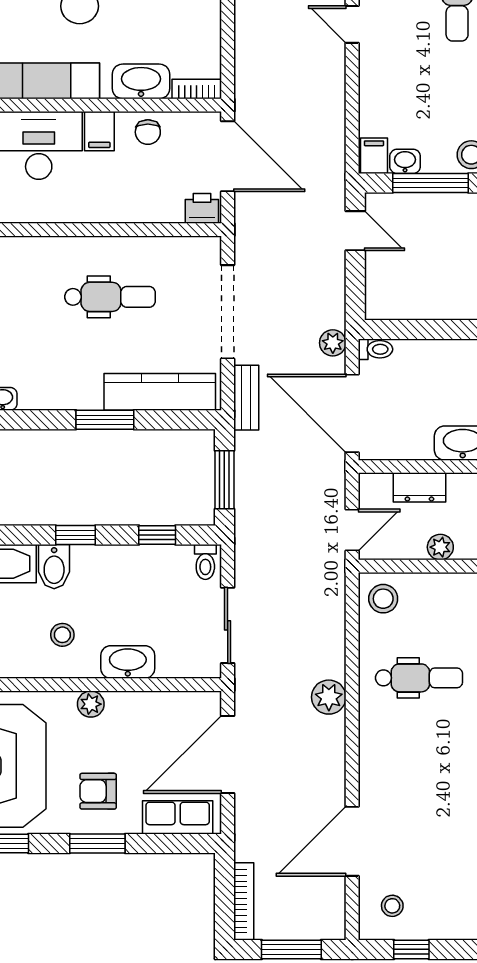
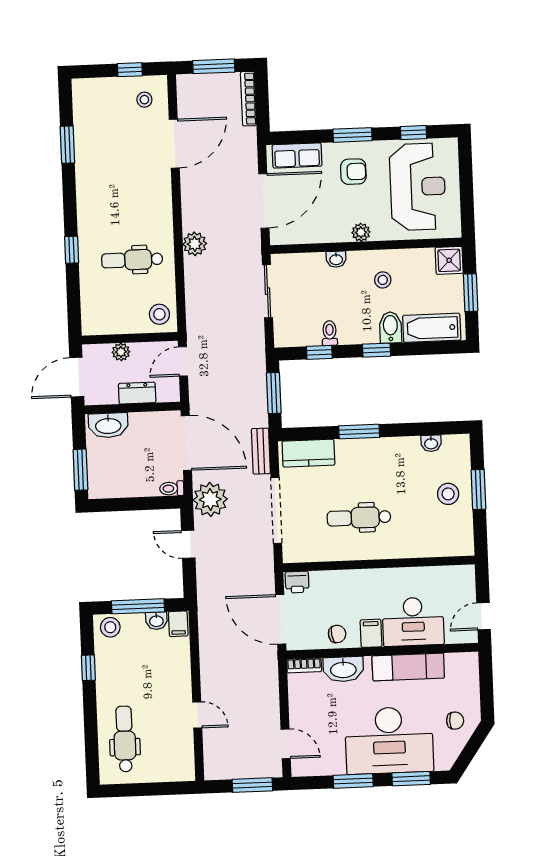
chair: (148, 132) -> (337, 634), turned 81
door: (355, 231) -> (188, 544), moved
plant: (333, 343) -> (210, 499), width x1.87, depth x1.87
kitchen counter: (160, 392) -> (308, 453), width x0.67
toilet: (205, 562) -> (330, 333), moved
washbasin: (128, 662) -> (336, 259), width x0.52, depth x0.69

